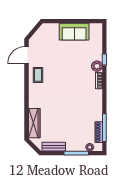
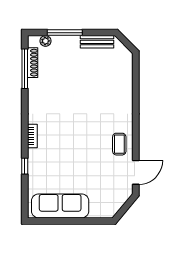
sofa: (74, 32) -> (60, 206), width x1.36
plant: (97, 66) -> (35, 157), removed
wardrobe: (34, 123) -> (125, 75), removed

